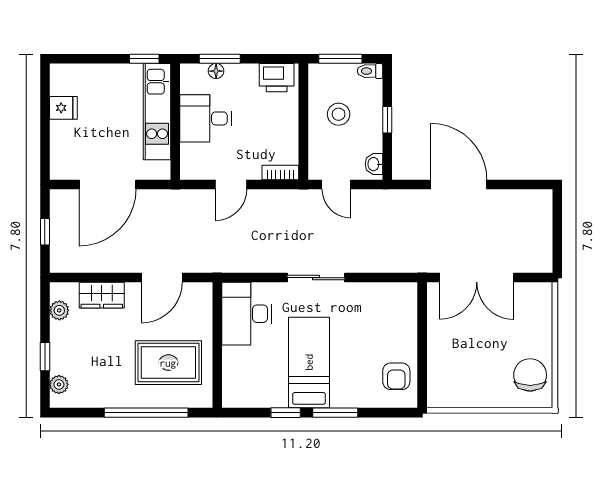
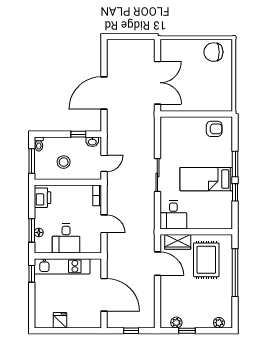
window: (387, 120) -> (78, 134), moved
wardrobe: (102, 295) -> (178, 242), moved, turned 90
desk: (247, 314) -> (173, 215), width x0.73
window: (45, 357) -> (187, 331), moved

